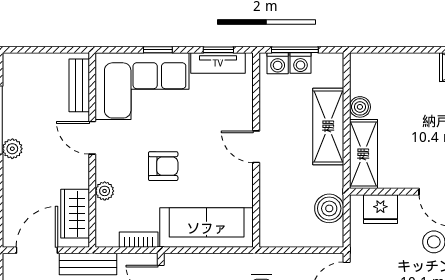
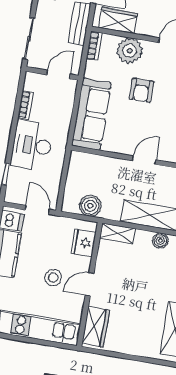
shelving: (363, 154) -> (118, 233), width x0.67, depth x0.75
plant: (105, 191) -> (130, 51), width x1.87, depth x1.87
bookcase: (139, 240) -> (94, 46), moved

